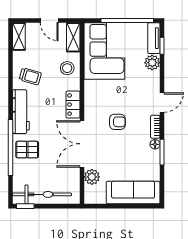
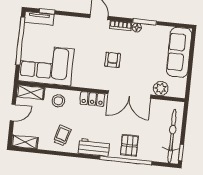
plant: (152, 63) -> (61, 22), removed
workbench: (21, 112) -> (94, 147), width x0.73

